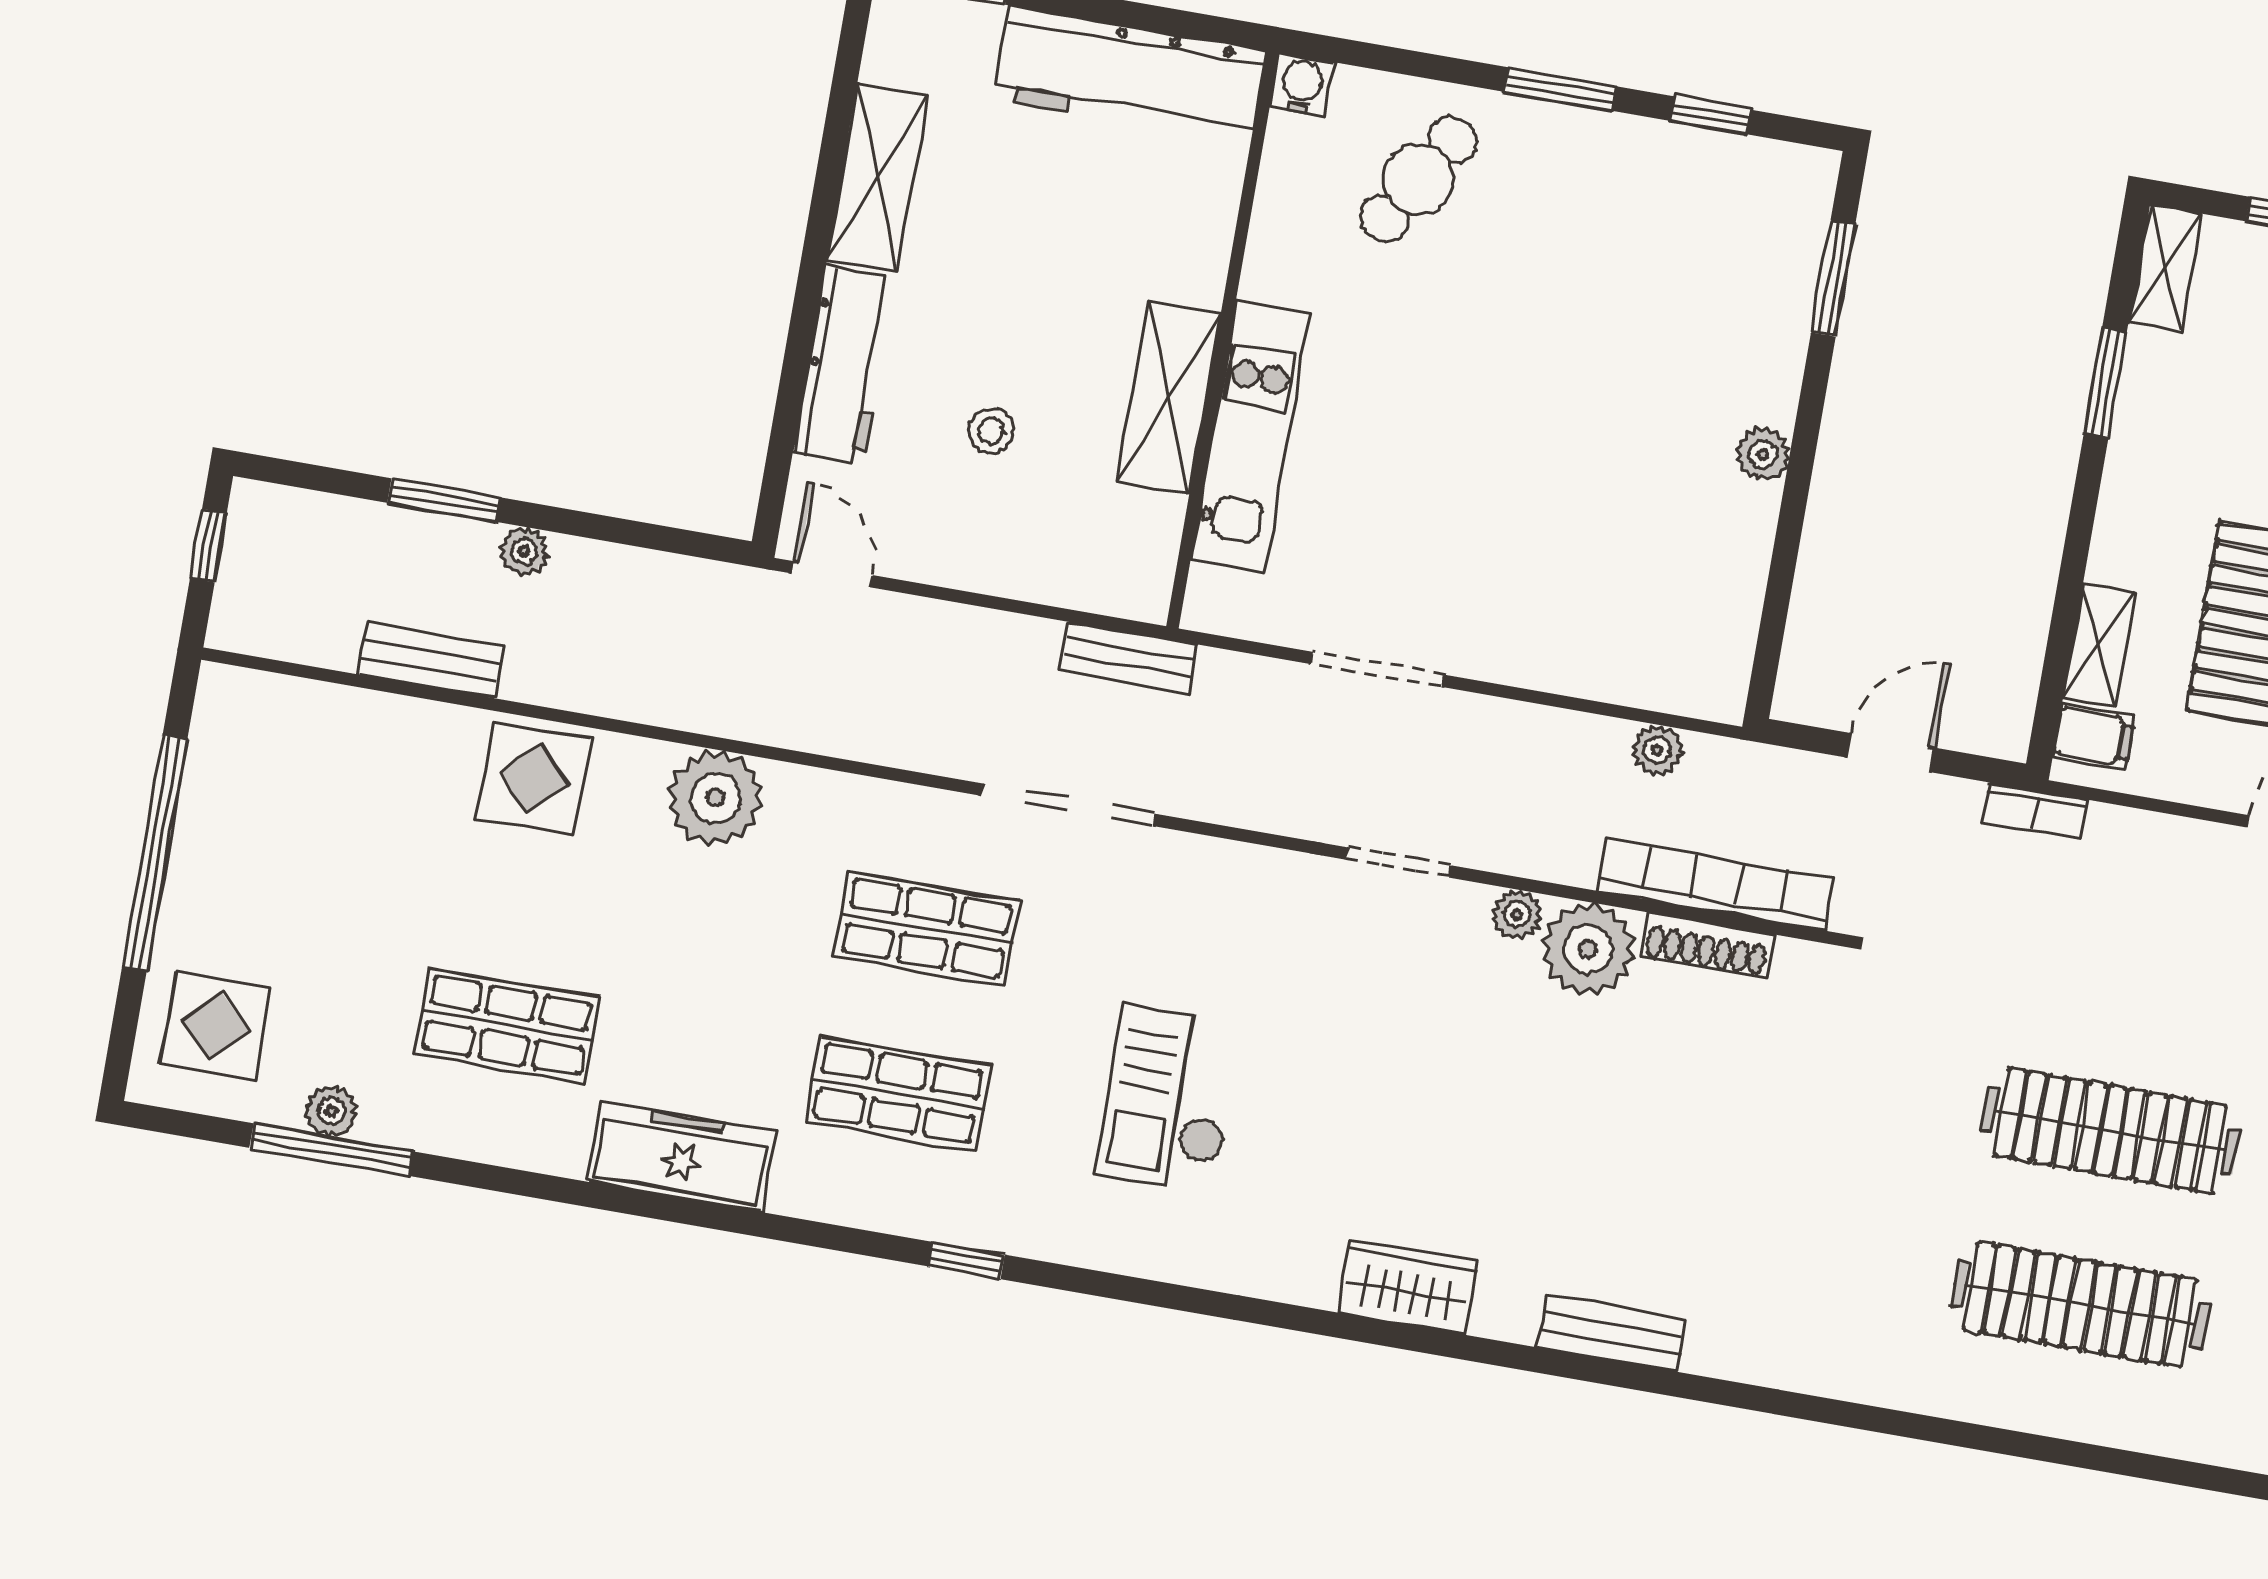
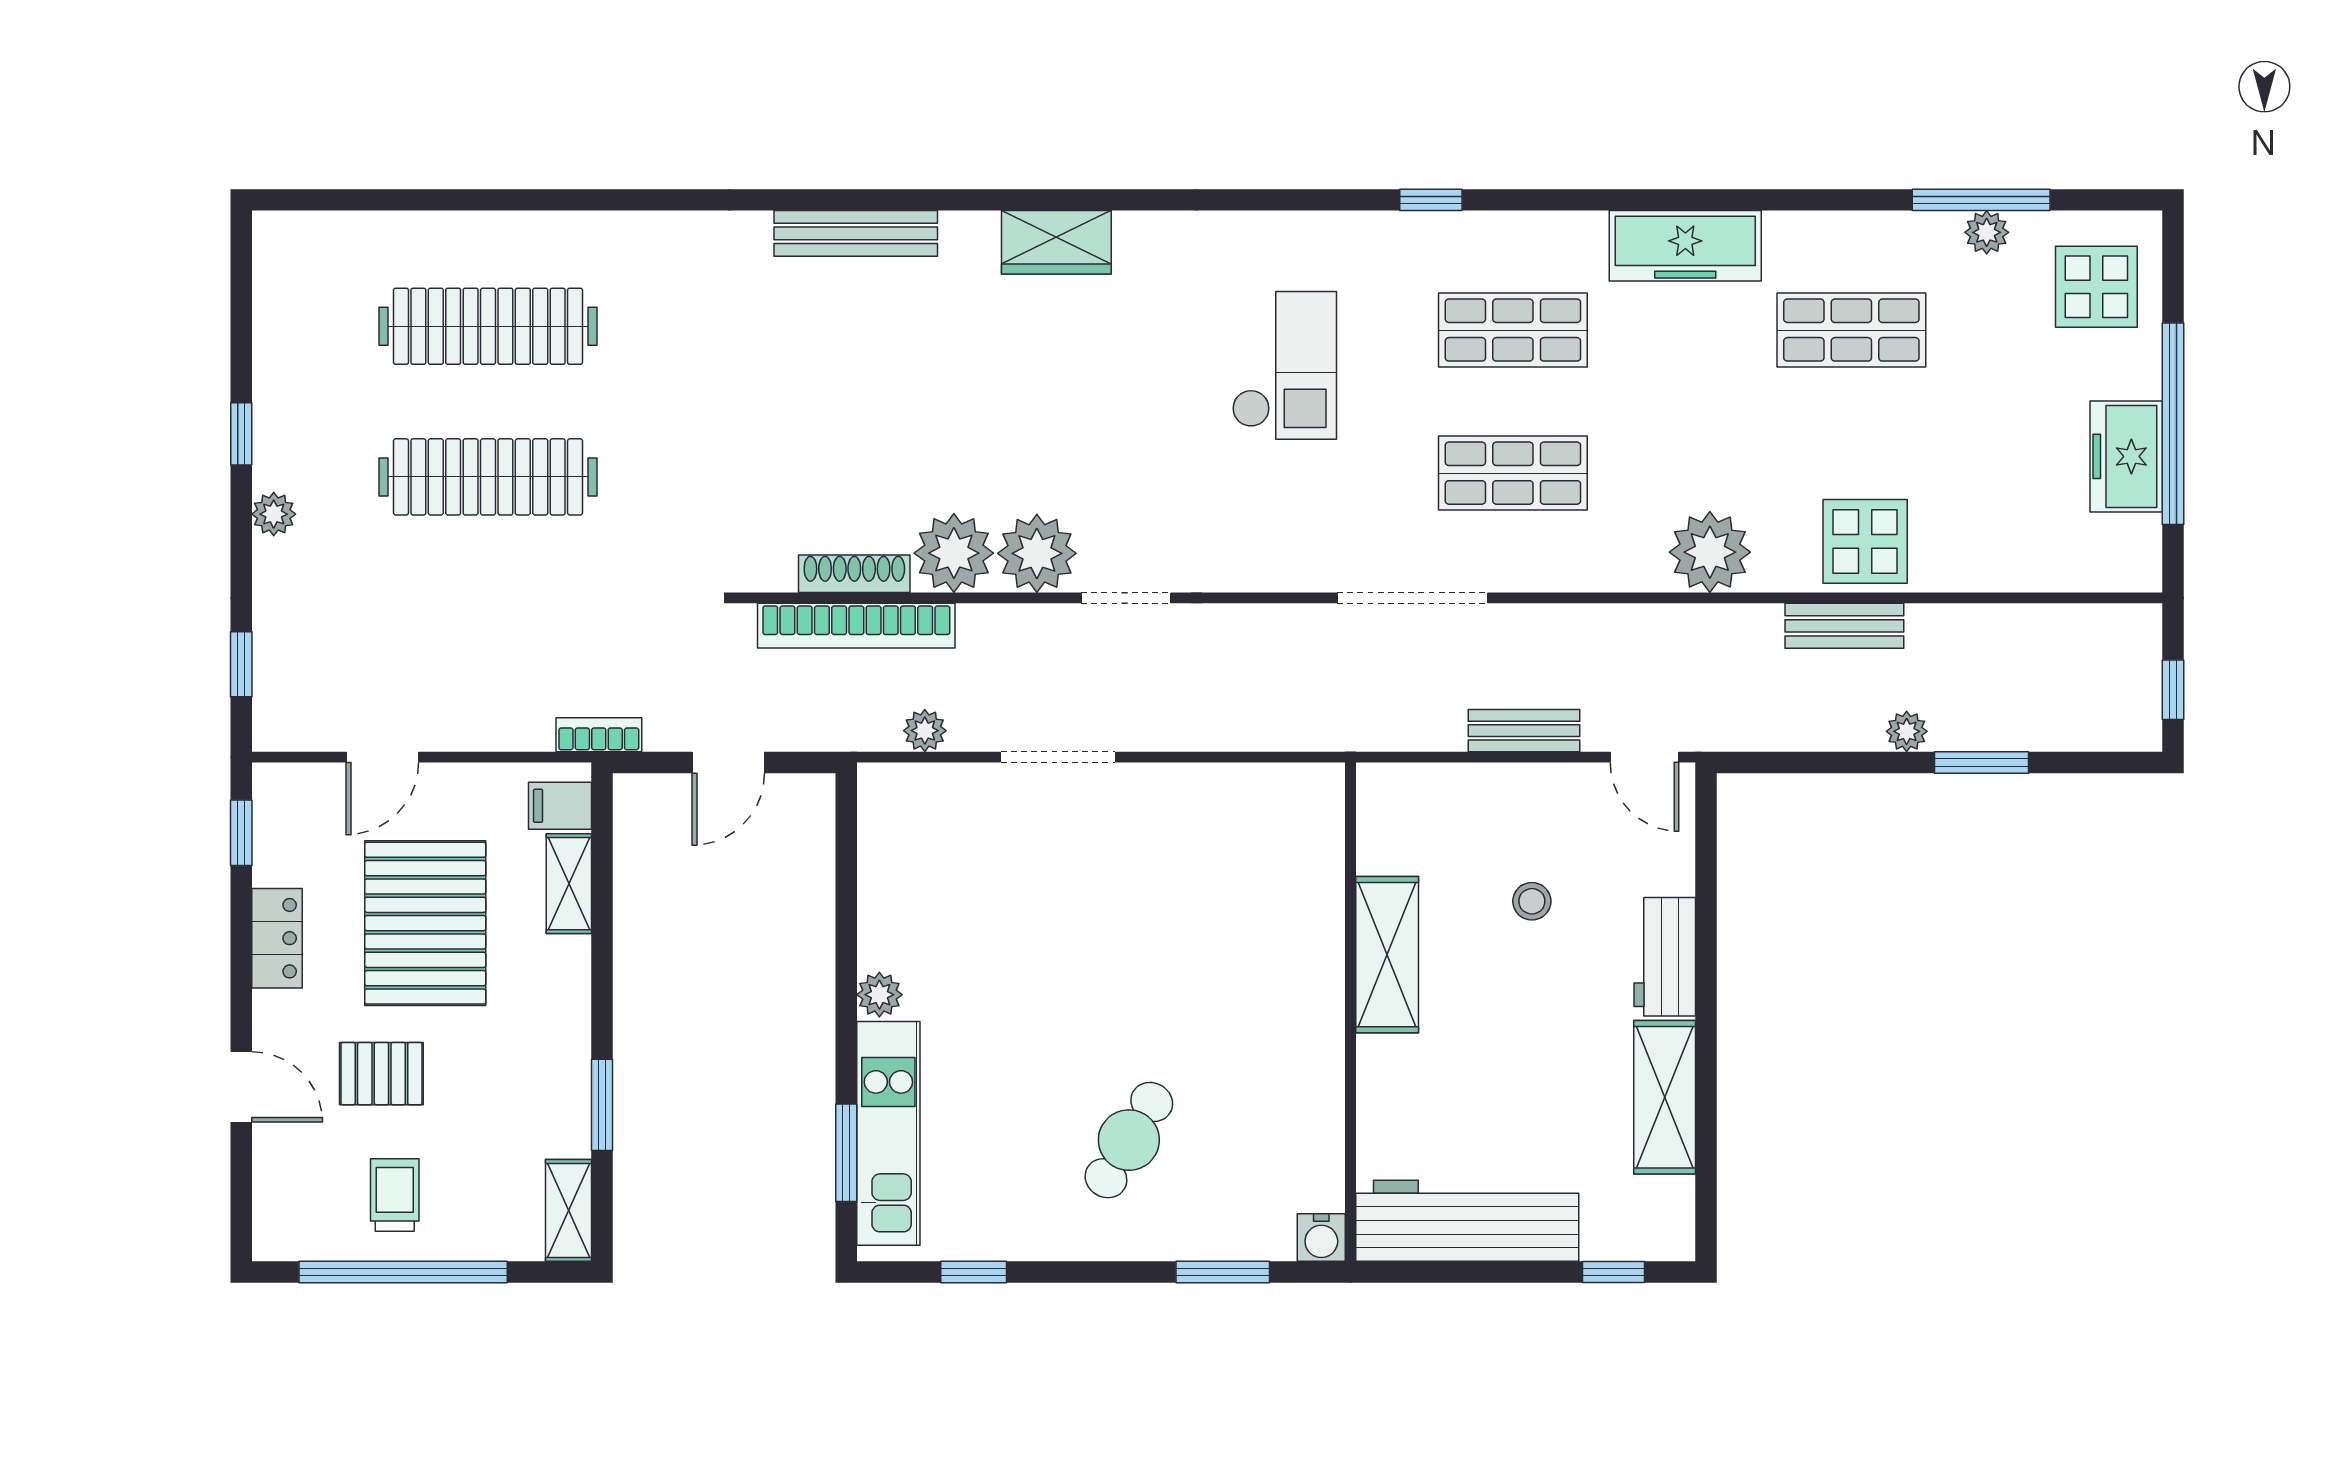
window: (1561, 89) -> (1223, 1272), moved
cafe table: (1419, 179) -> (1129, 1140), moved
workbench: (844, 365) -> (1665, 957), width x0.73
kitchen unit: (1250, 436) -> (888, 1133), moved, turned 180
bench: (1129, 658) -> (1524, 731), moved
bench: (431, 660) -> (1844, 626), moved
doorway: (1378, 670) -> (1058, 757), moved
freezer: (215, 824) -> (2126, 456), added
plant: (1517, 914) -> (1037, 553), width x1.88, depth x1.88
bench: (1612, 1333) -> (856, 233), width x1.36

